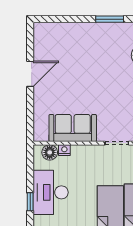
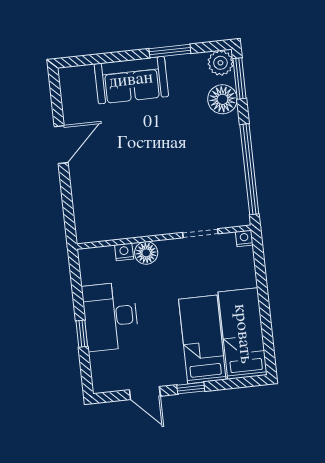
sofa: (73, 128) -> (131, 80), moved, turned 180
floor lamp: (50, 152) -> (146, 253), moved

